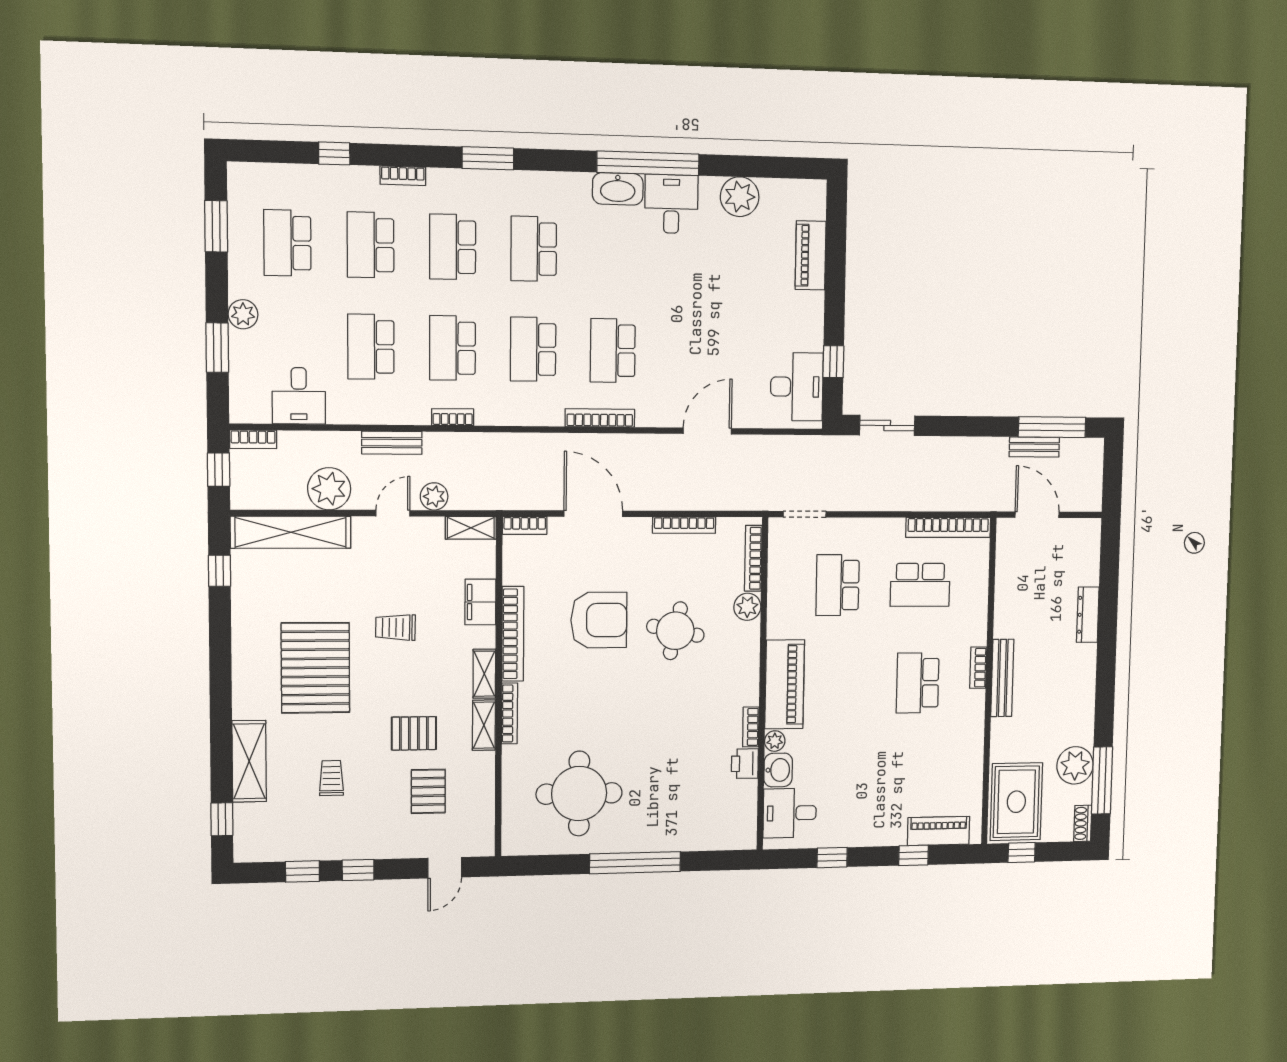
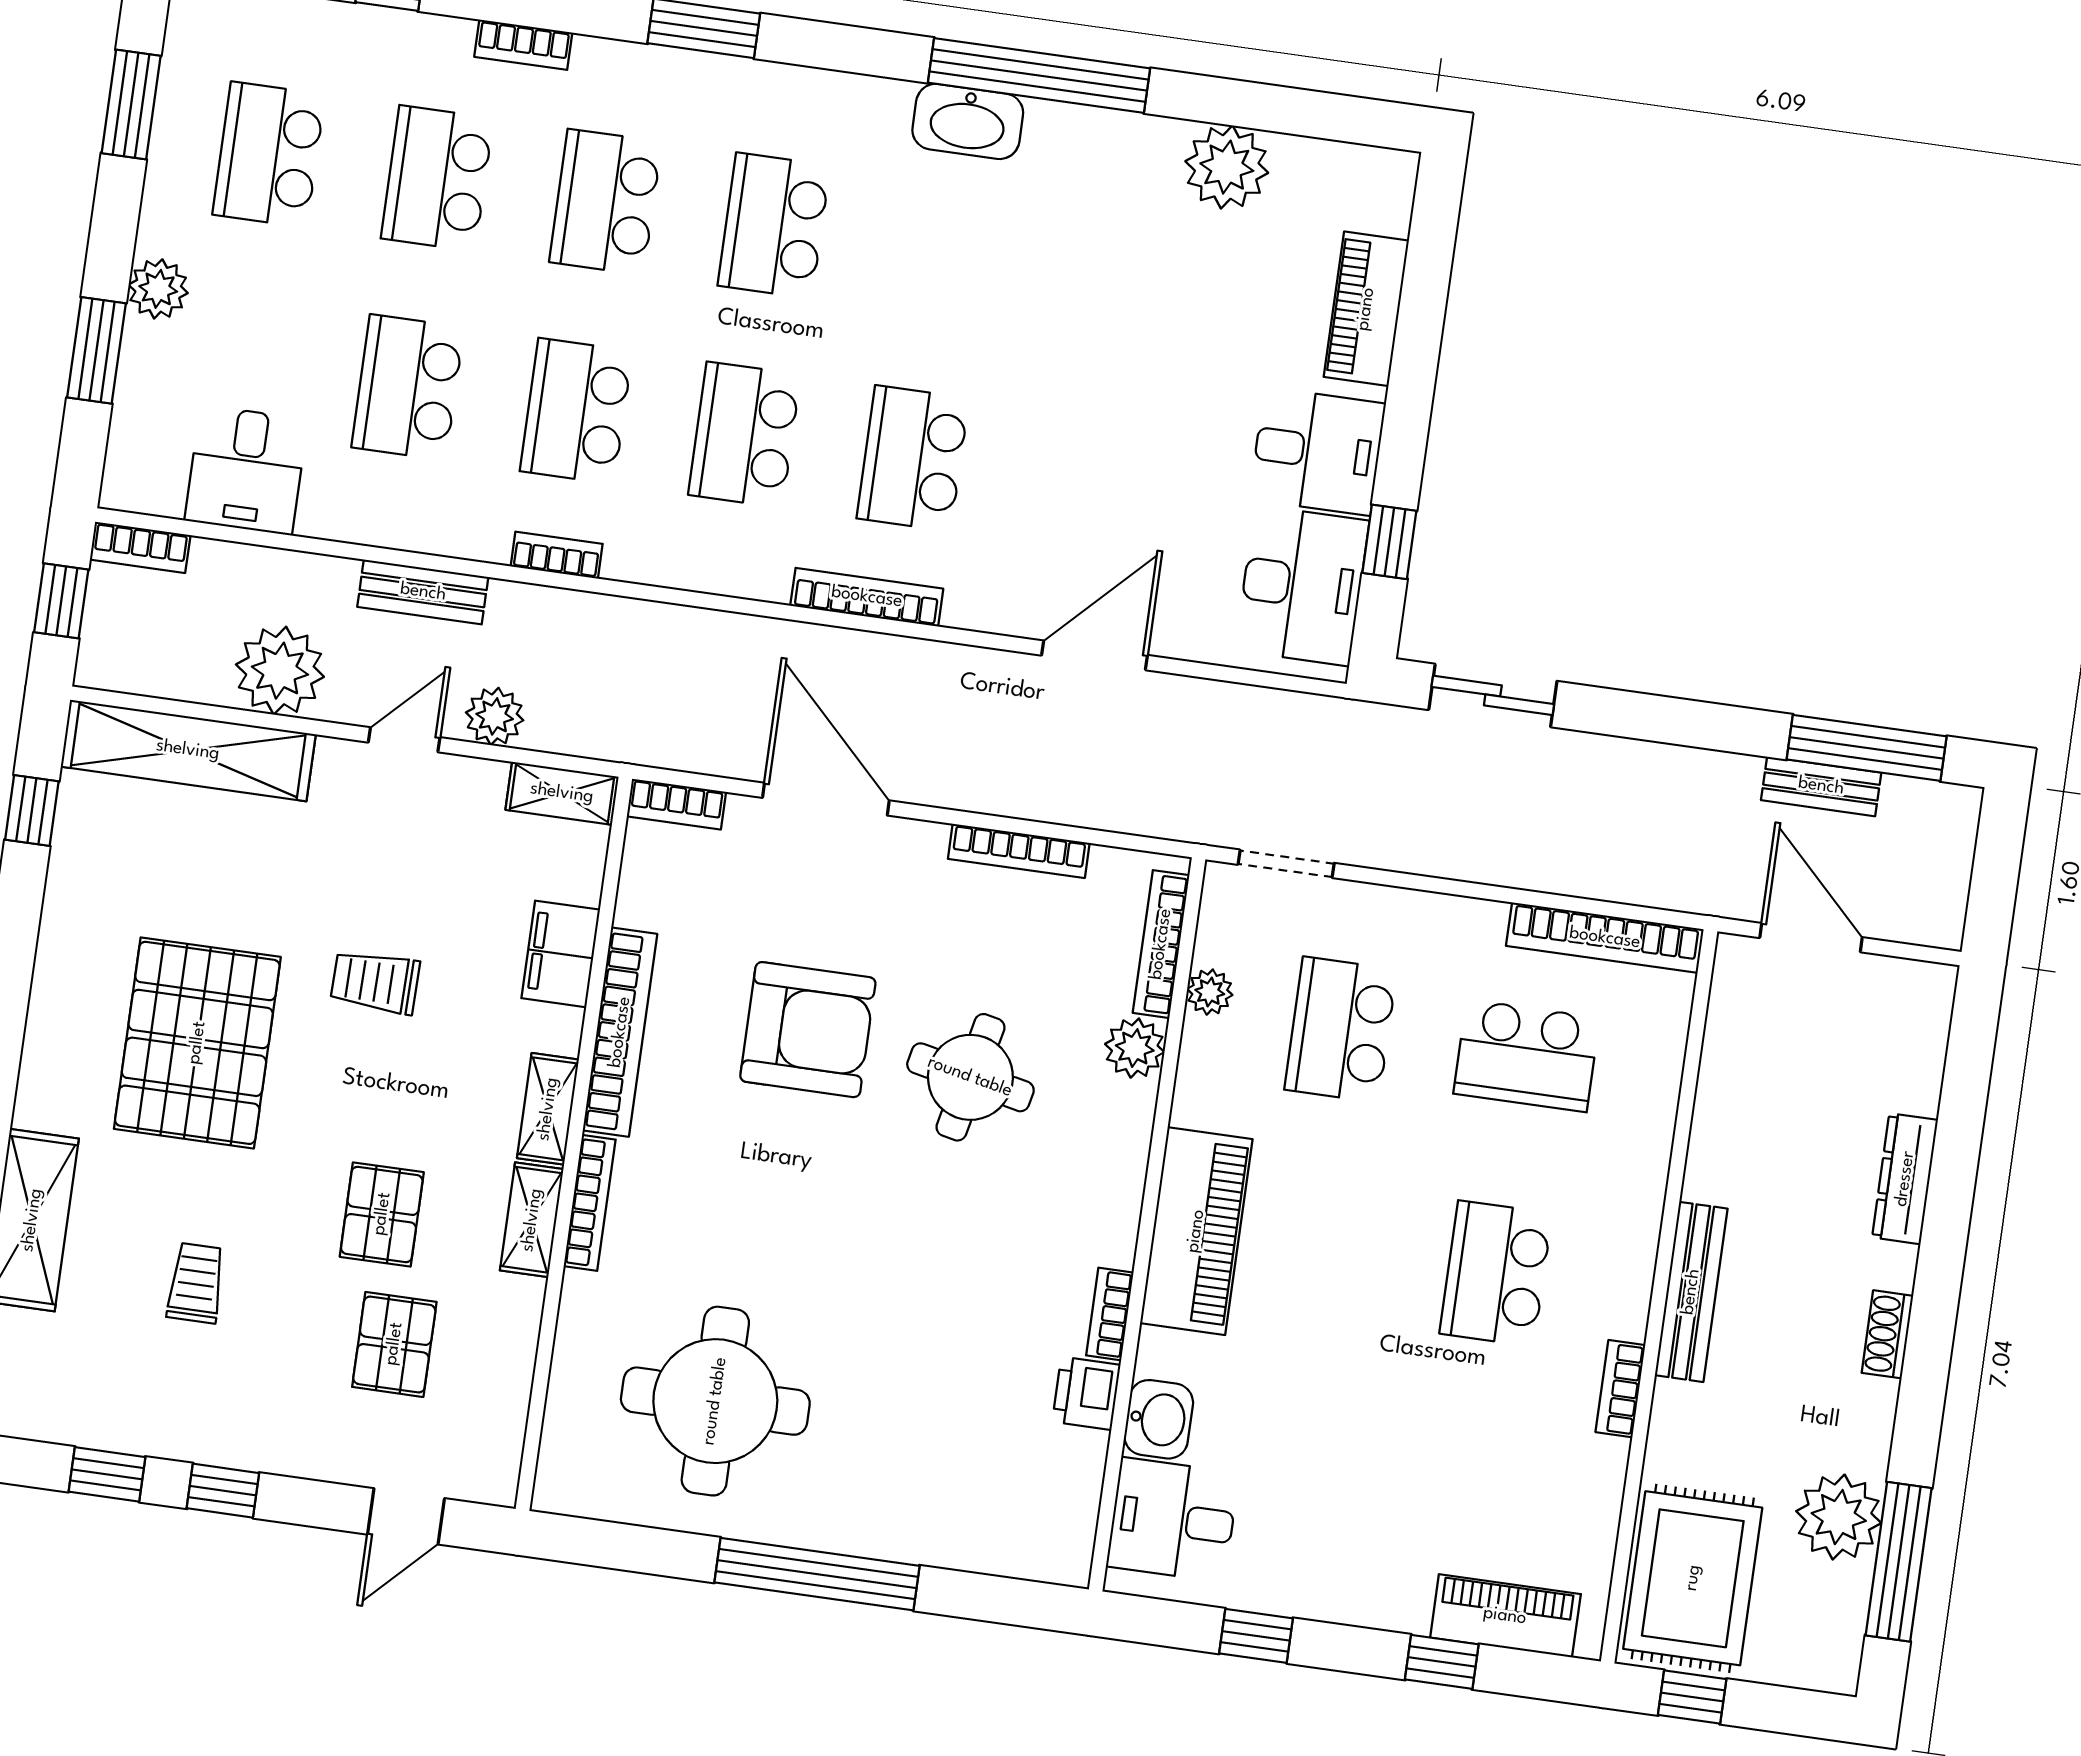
desk: (671, 204) -> (1317, 451), moved, turned 90
bookcase: (978, 668) -> (1620, 1389), moved
pallet: (414, 733) -> (382, 1214), turned 90
plant: (775, 741) -> (1210, 992), moved
shoe rack: (1083, 823) -> (1887, 1334), moved

